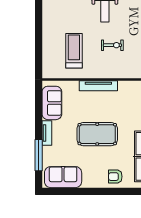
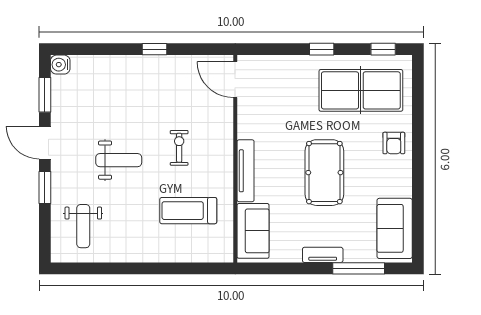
sofa: (52, 103) -> (253, 231), moved, turned 90

